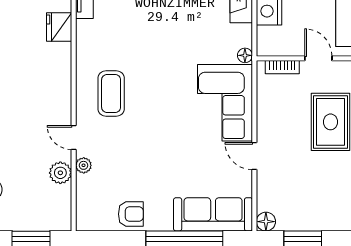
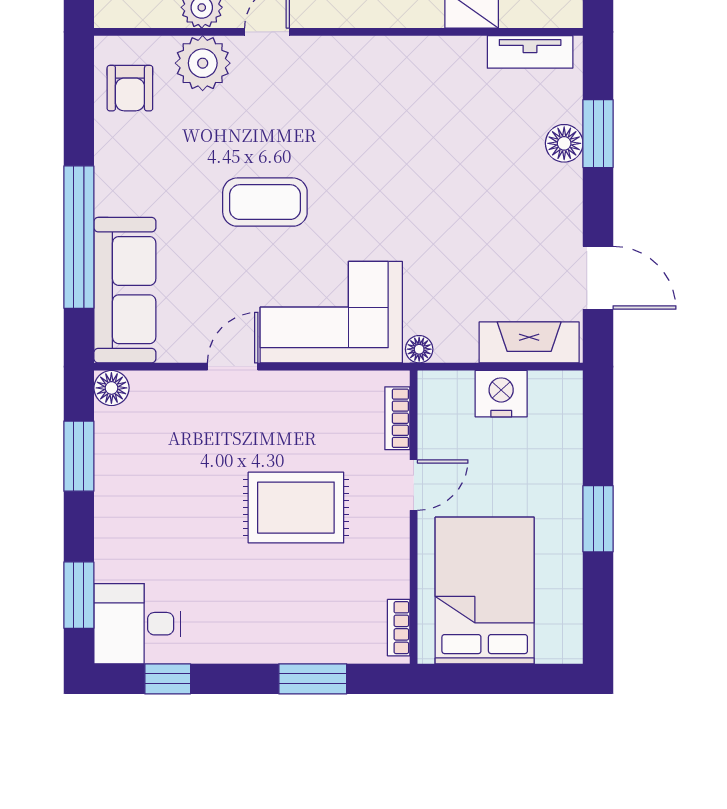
coffee table: (111, 93) -> (265, 202), moved
plant: (84, 165) -> (203, 63), width x1.88, depth x1.88
armchair: (131, 214) -> (130, 88), moved

